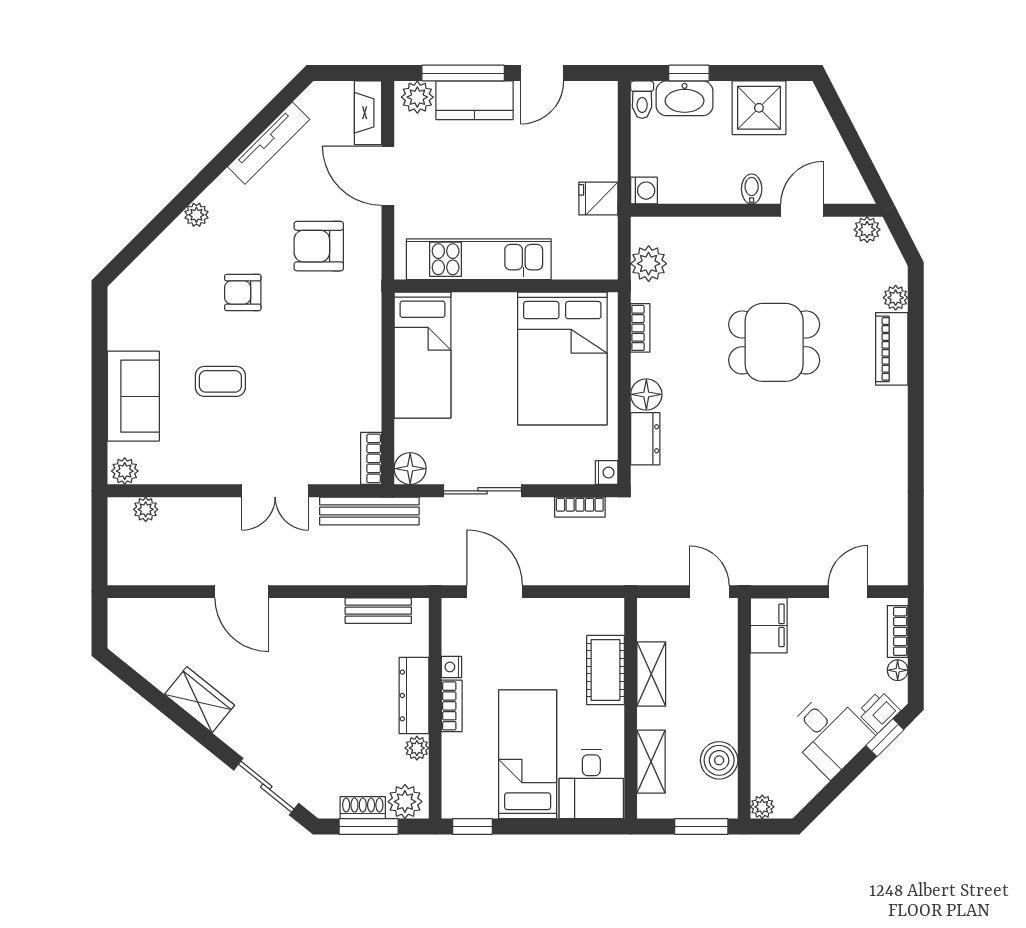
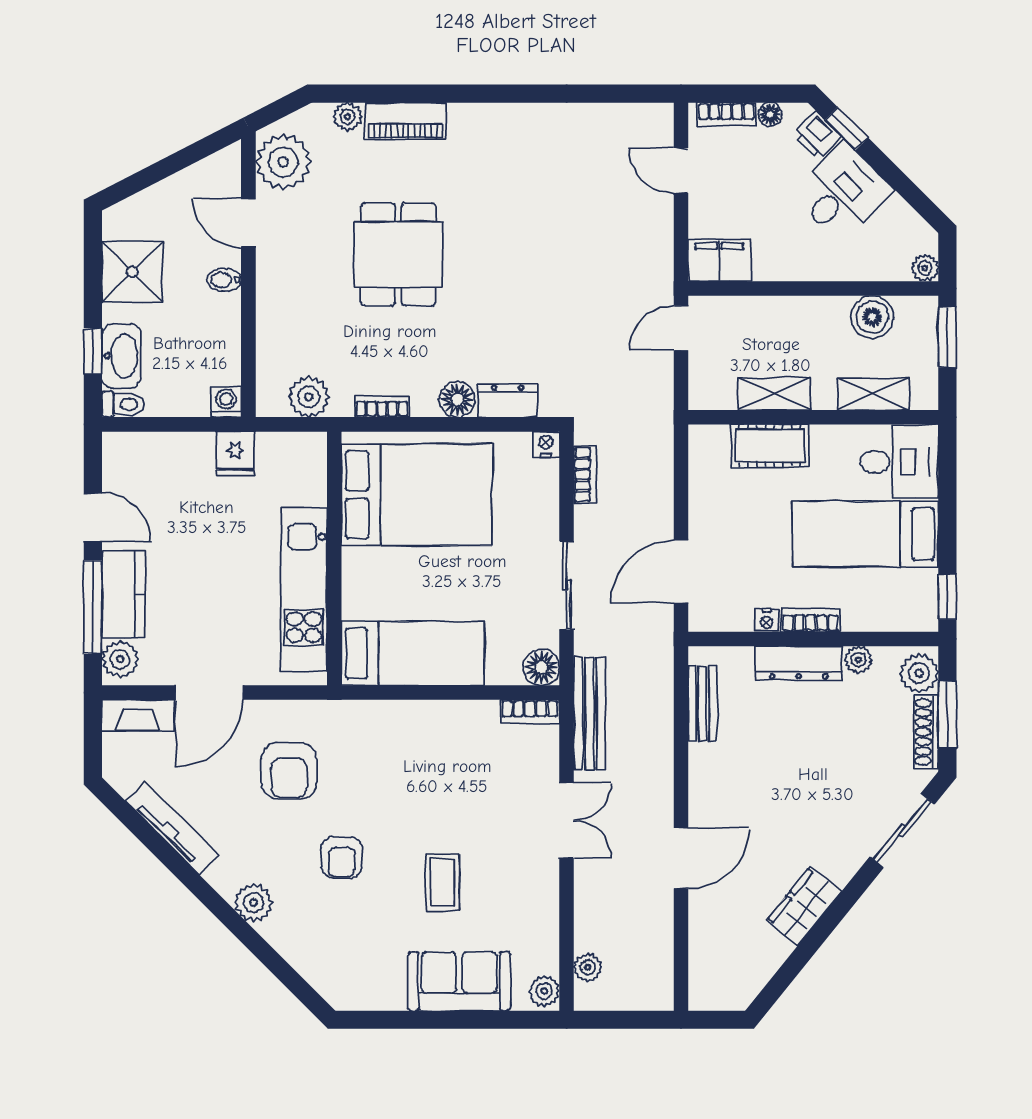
plant: (196, 215) -> (254, 902), width x1.38, depth x1.38
plant: (867, 230) -> (283, 162), width x1.88, depth x1.88
shoe rack: (363, 808) -> (926, 732), width x1.43

